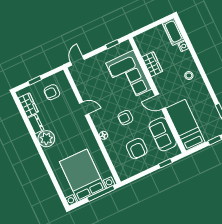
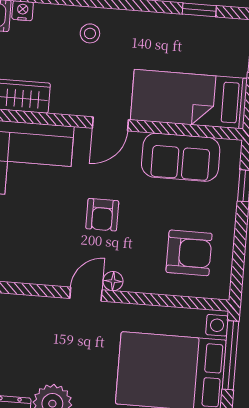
door: (84, 109) -> (86, 294), moved
armchair: (137, 149) -> (189, 253), moved

